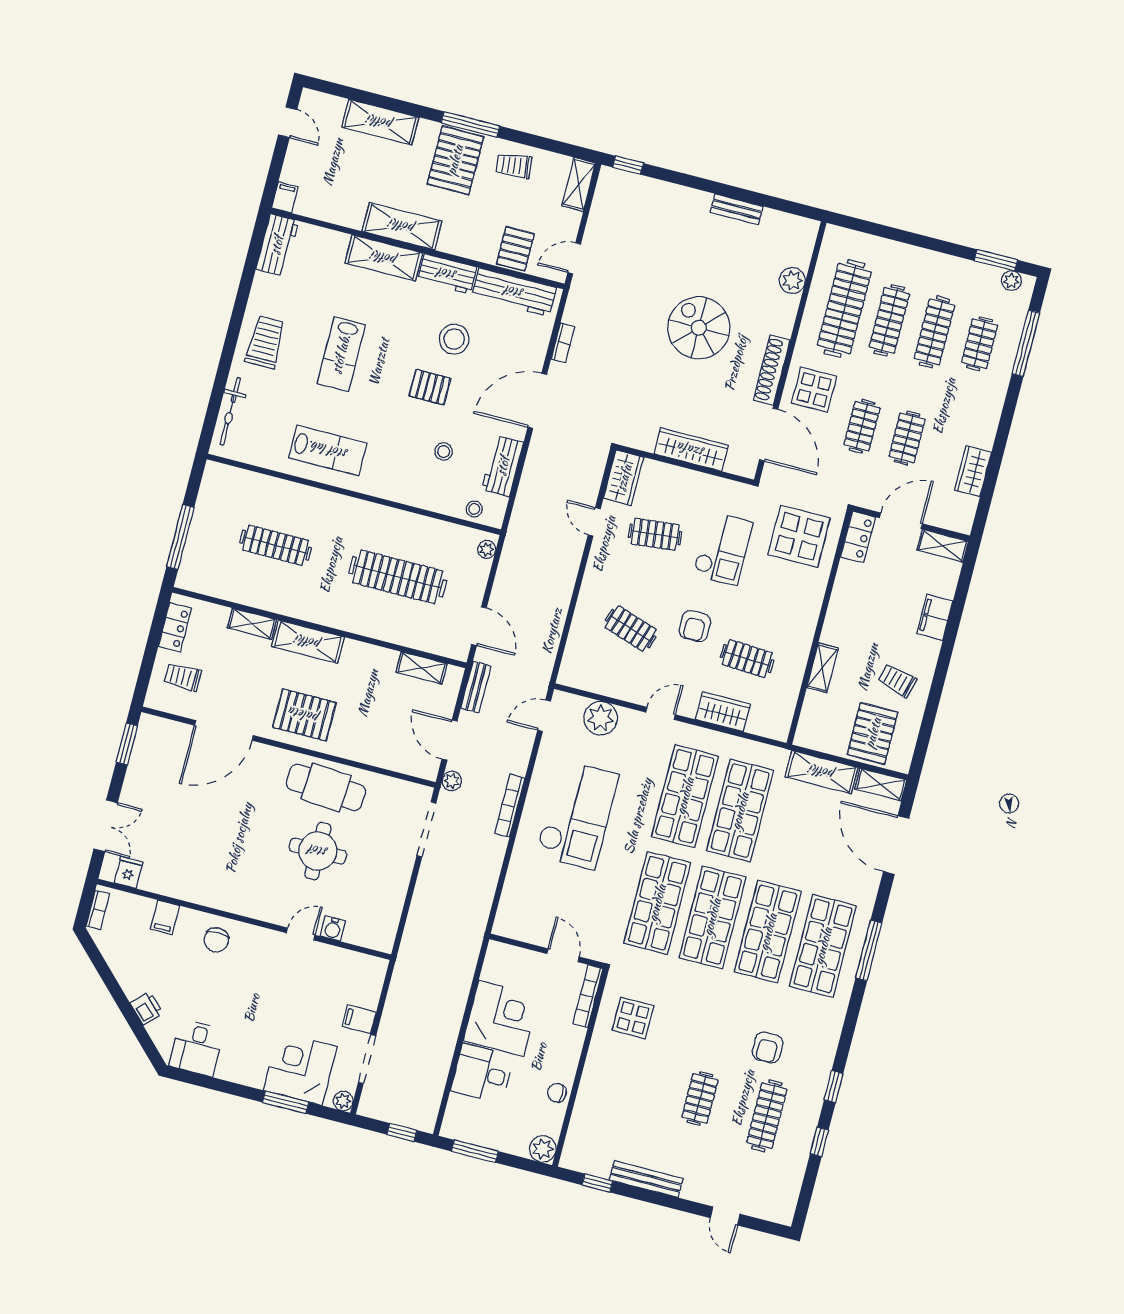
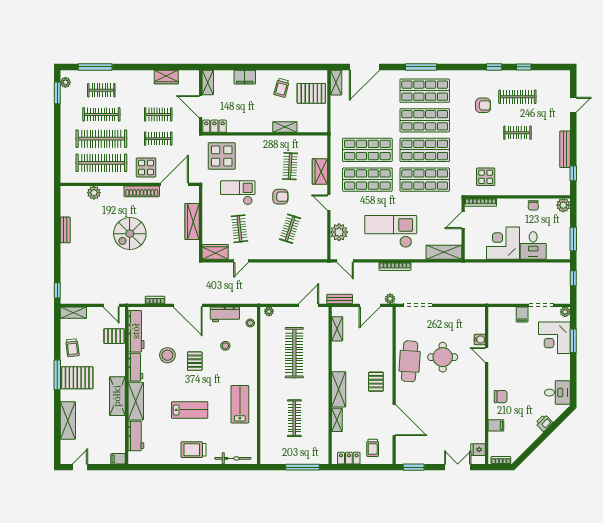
workbench: (277, 245) -> (136, 436), moved, turned 90
clothes rail: (889, 320) -> (101, 139), width x1.37, depth x1.31
pallet: (304, 715) -> (376, 382), width x0.67, depth x0.71
shelving: (822, 772) -> (444, 252), moved, turned 90

